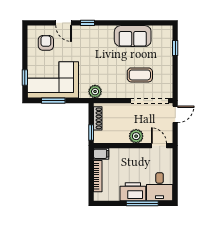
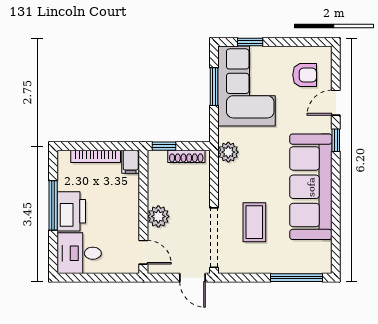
sofa: (133, 36) -> (311, 187), width x1.85, depth x1.27
window: (175, 48) -> (297, 278), width x2.17
door: (159, 146) -> (143, 252), hinge flipped
window: (142, 203) -> (53, 205), moved

